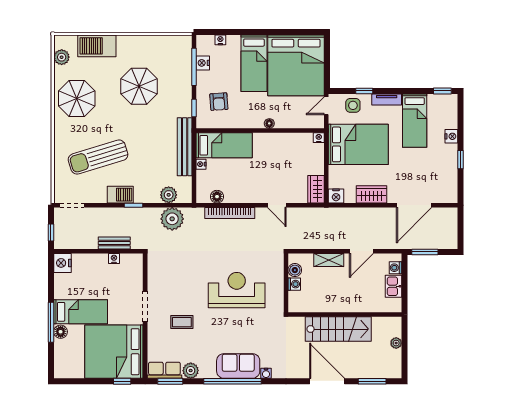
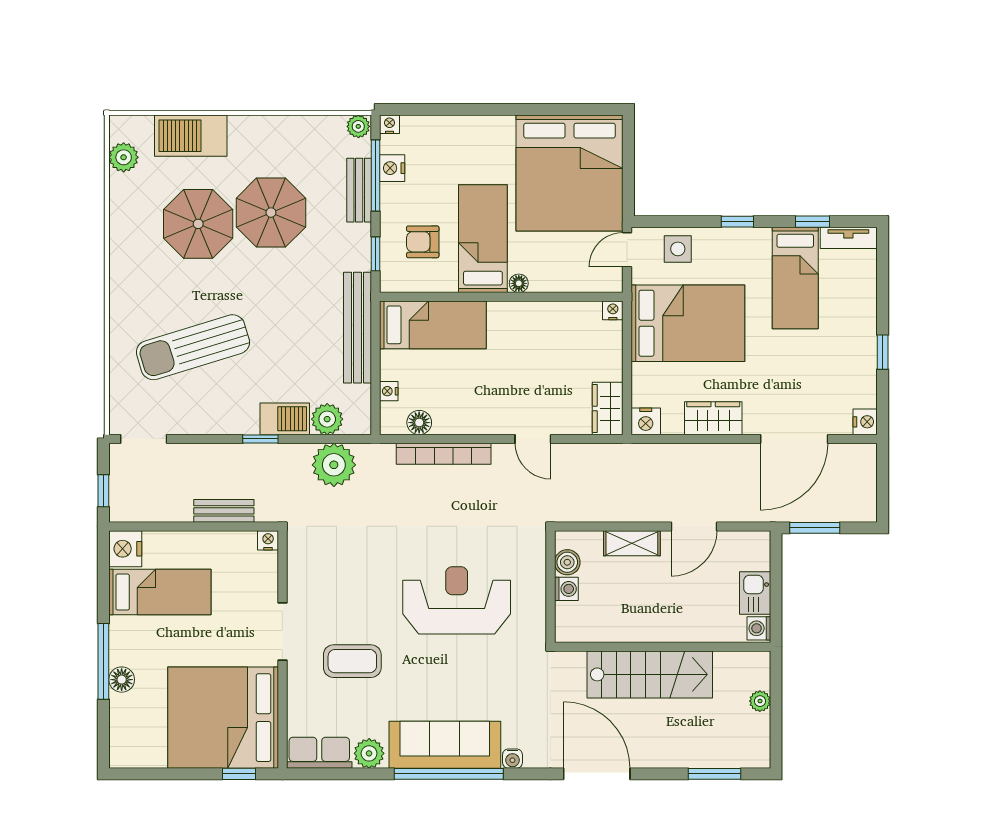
nightstand: (220, 40) -> (389, 124), moved
plant: (185, 41) -> (358, 126), added
bed: (254, 63) -> (483, 239), moved, turned 180
bench: (185, 74) -> (359, 190), added
window: (364, 91) -> (737, 222), moved
window: (442, 91) -> (812, 222), moved
parasol: (77, 99) -> (198, 224), moved
tv unit: (387, 99) -> (848, 238), moved
armchair: (219, 102) -> (423, 242), turned 94
nightstand: (451, 136) -> (865, 422), moved
nightstand: (201, 164) -> (389, 391), moved
barbecue: (120, 195) -> (285, 419), moved
nightstand: (114, 259) -> (268, 540), moved
washing machine: (396, 268) -> (759, 628), moved
bed: (81, 312) -> (160, 592), moved
coffee table: (182, 322) -> (352, 661), width x1.36, depth x1.30
sofa: (238, 366) -> (445, 745), width x1.36
window: (170, 381) -> (330, 774), removed
door: (327, 381) -> (597, 774), moved

